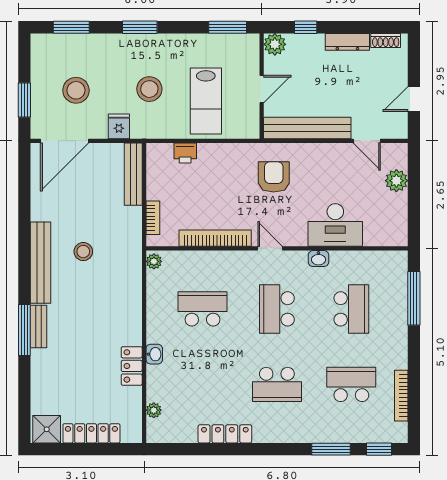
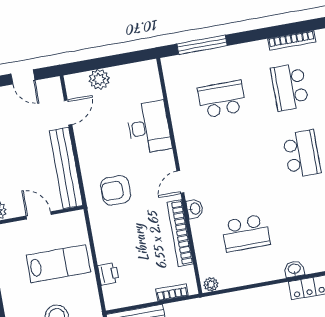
washbasin: (318, 259) -> (195, 209), moved
school desk: (202, 309) -> (246, 233), turned -90
school desk: (277, 309) -> (234, 166), removed

